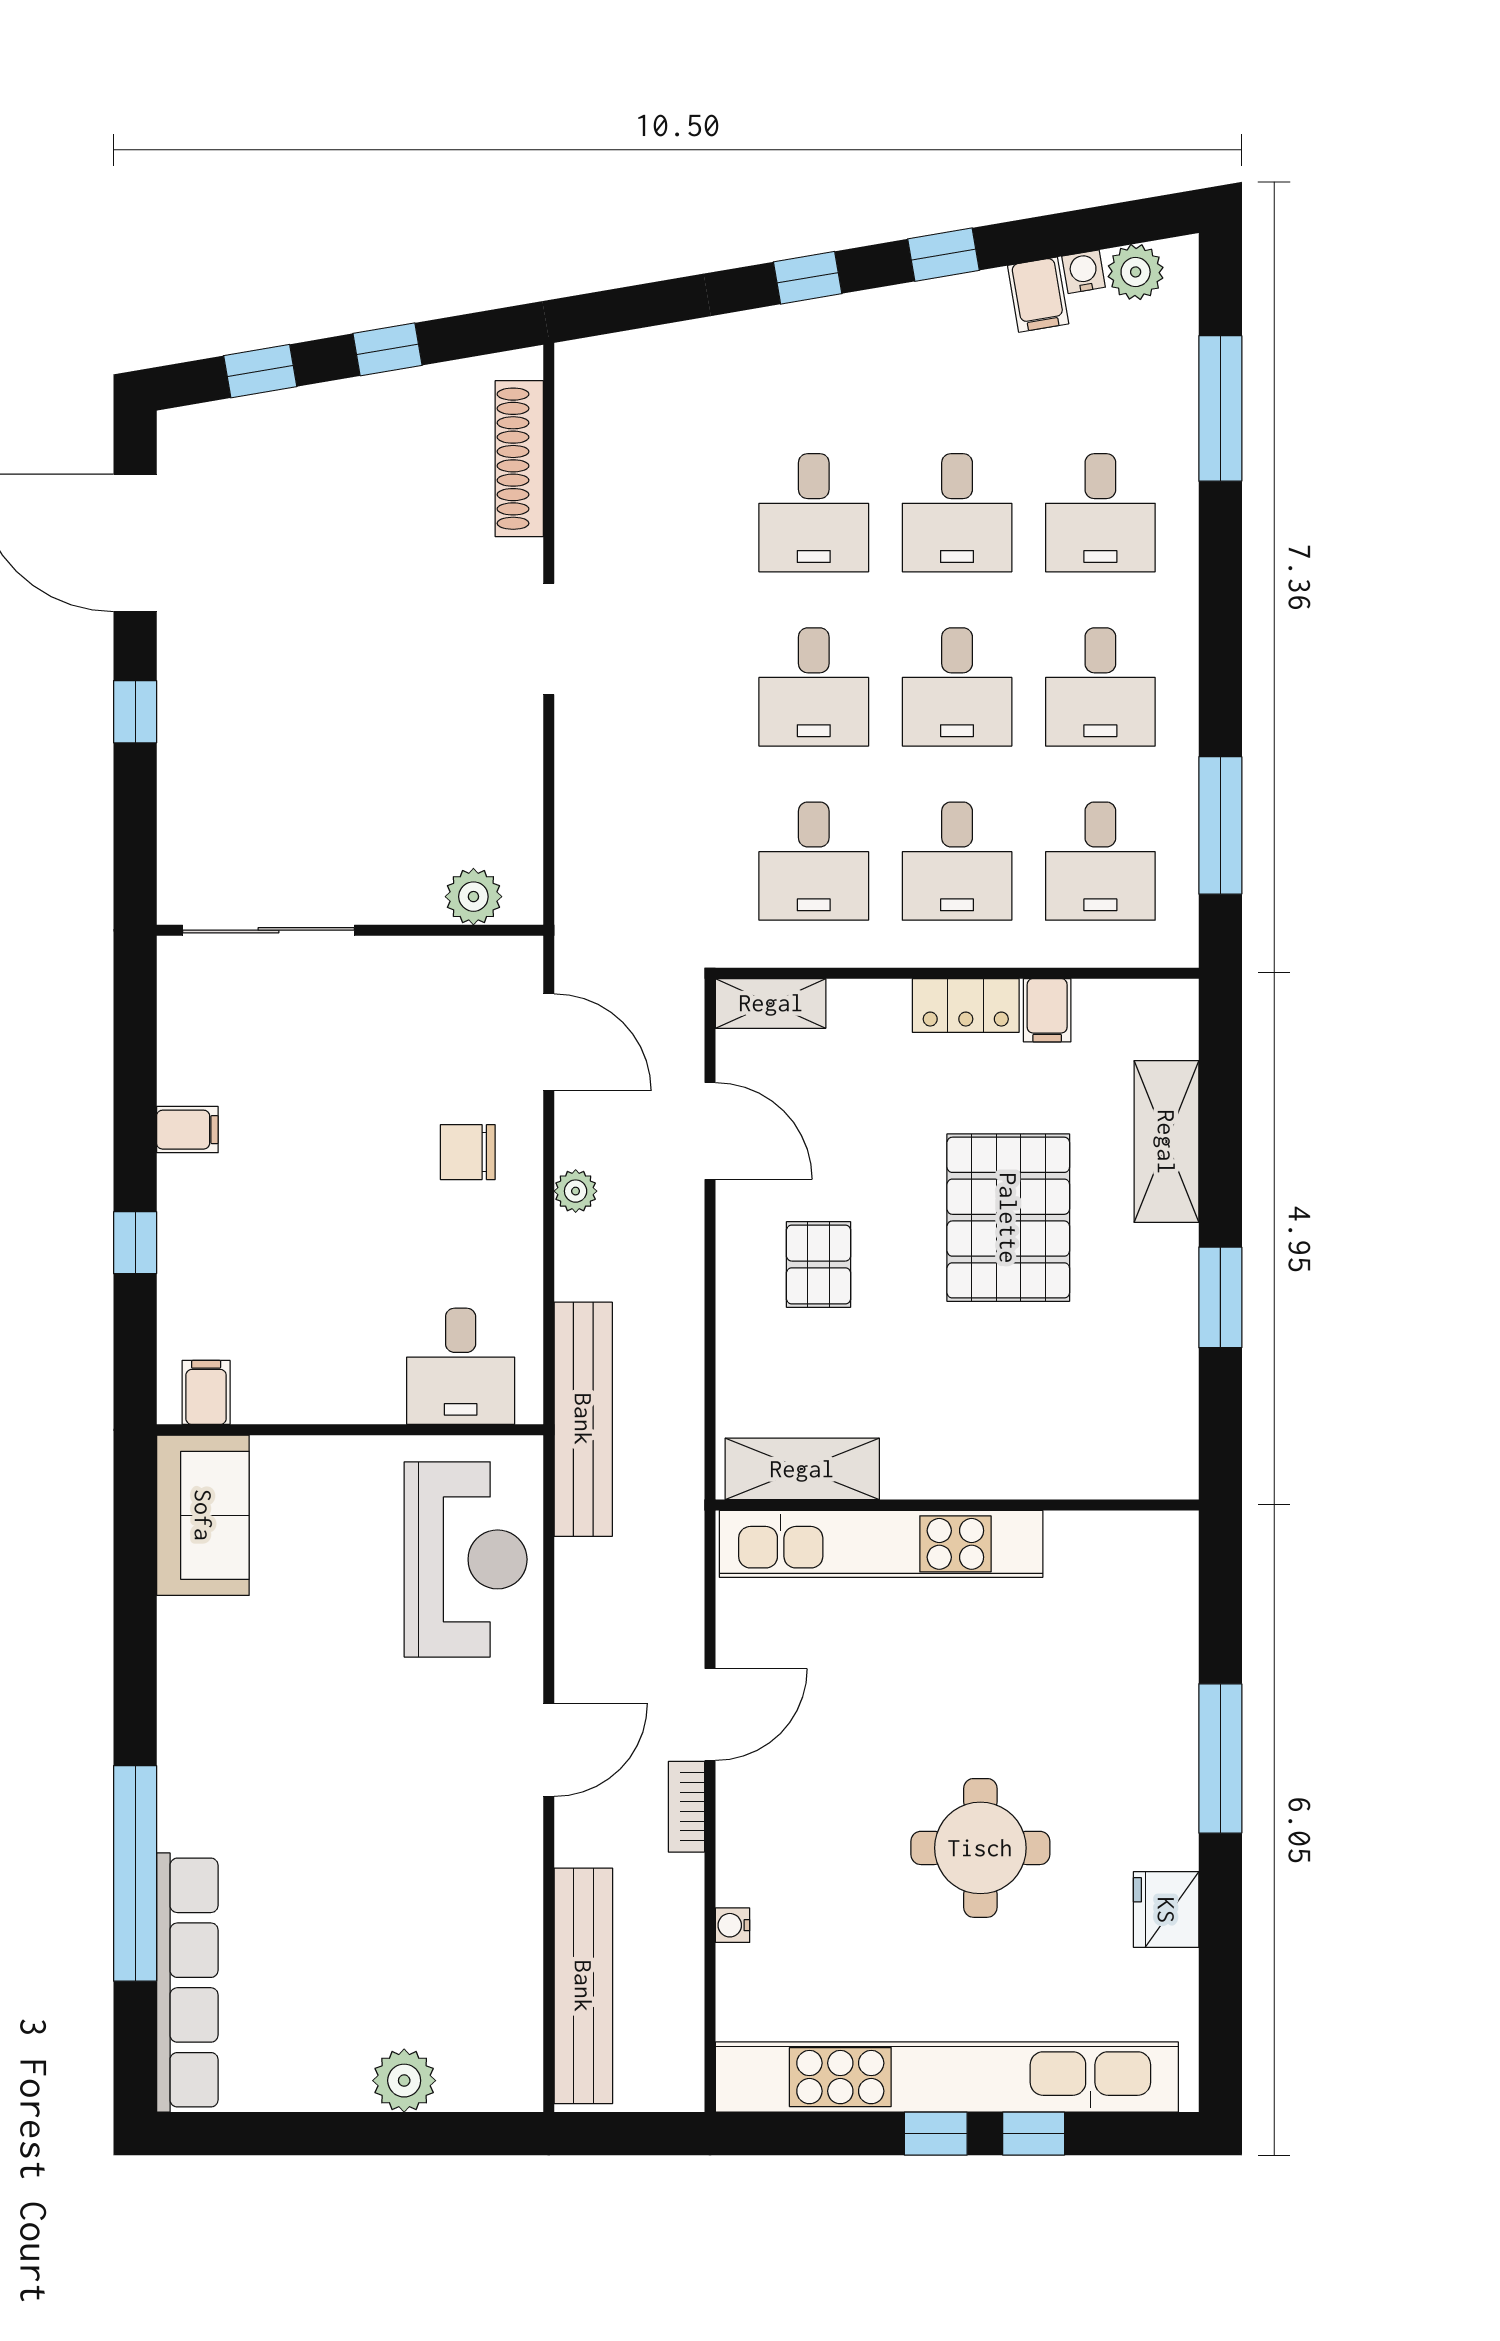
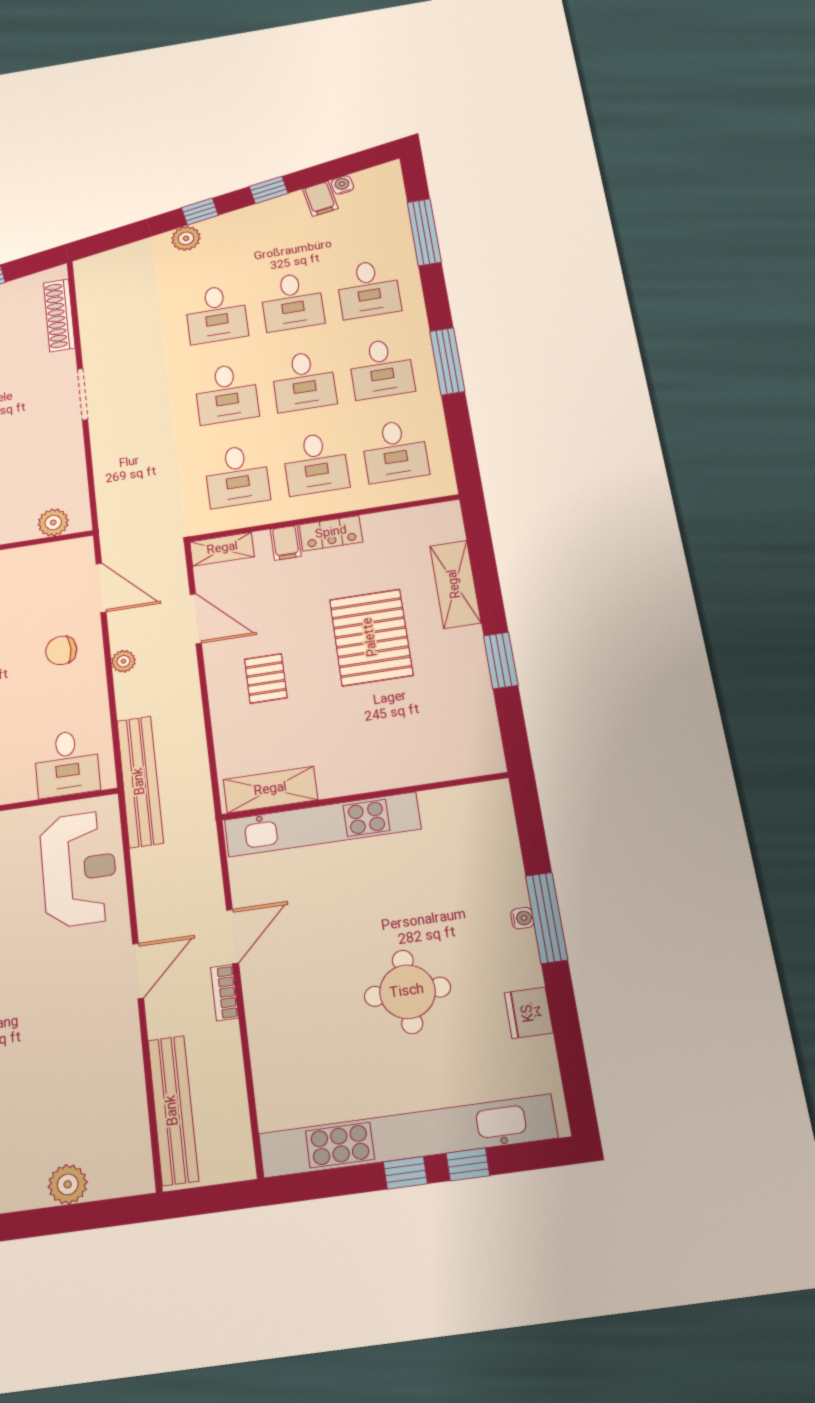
plant: (1136, 272) -> (186, 238), moved
window: (1220, 825) -> (447, 361), moved
filing cabinet: (1047, 1010) -> (286, 543), moved
water cooler: (733, 1925) -> (522, 918), moved, turned 180

